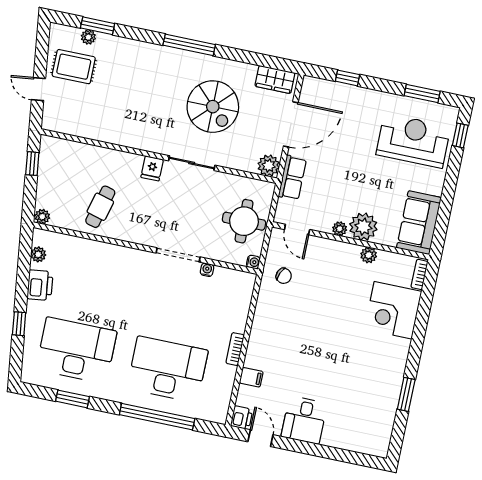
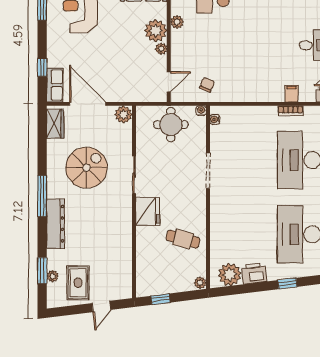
dresser: (152, 54) -> (56, 224), added
fridge: (152, 168) -> (148, 212), width x1.88, depth x1.34
row of seats: (292, 178) -> (55, 85), moved, turned 90
plant: (38, 254) -> (230, 274), width x1.87, depth x1.87
water cooler: (207, 270) -> (215, 119), moved
bookcase: (235, 349) -> (290, 111), moved

